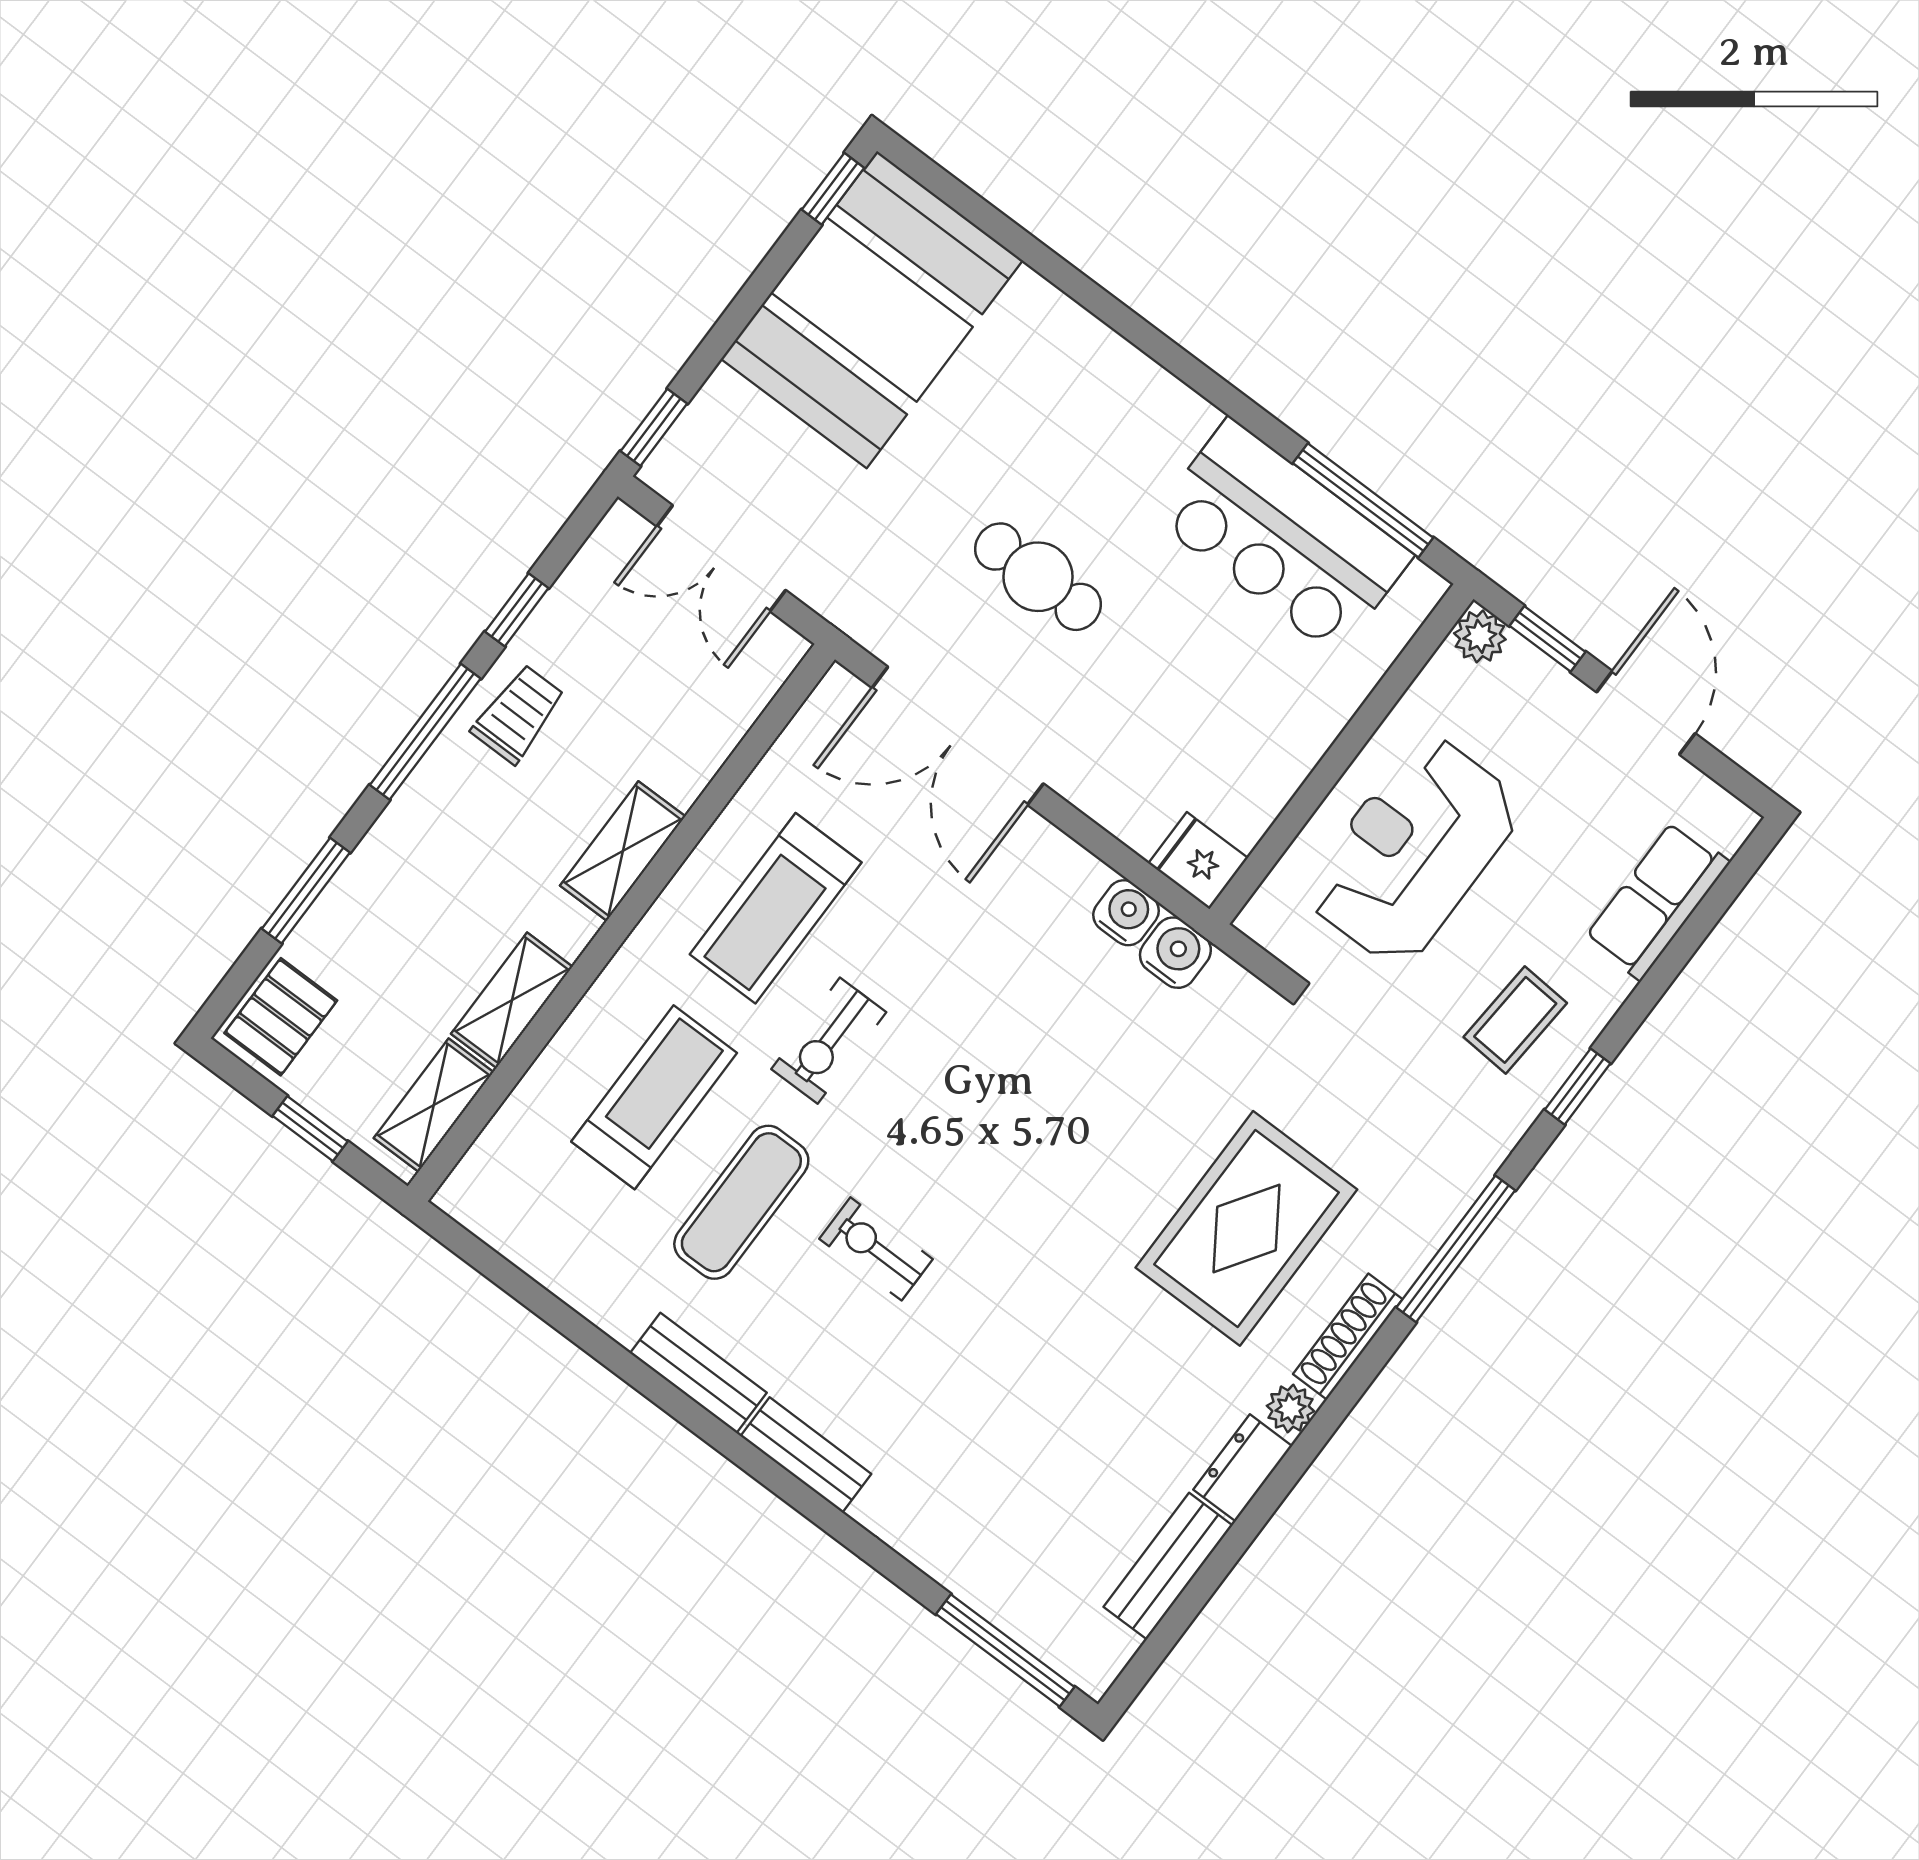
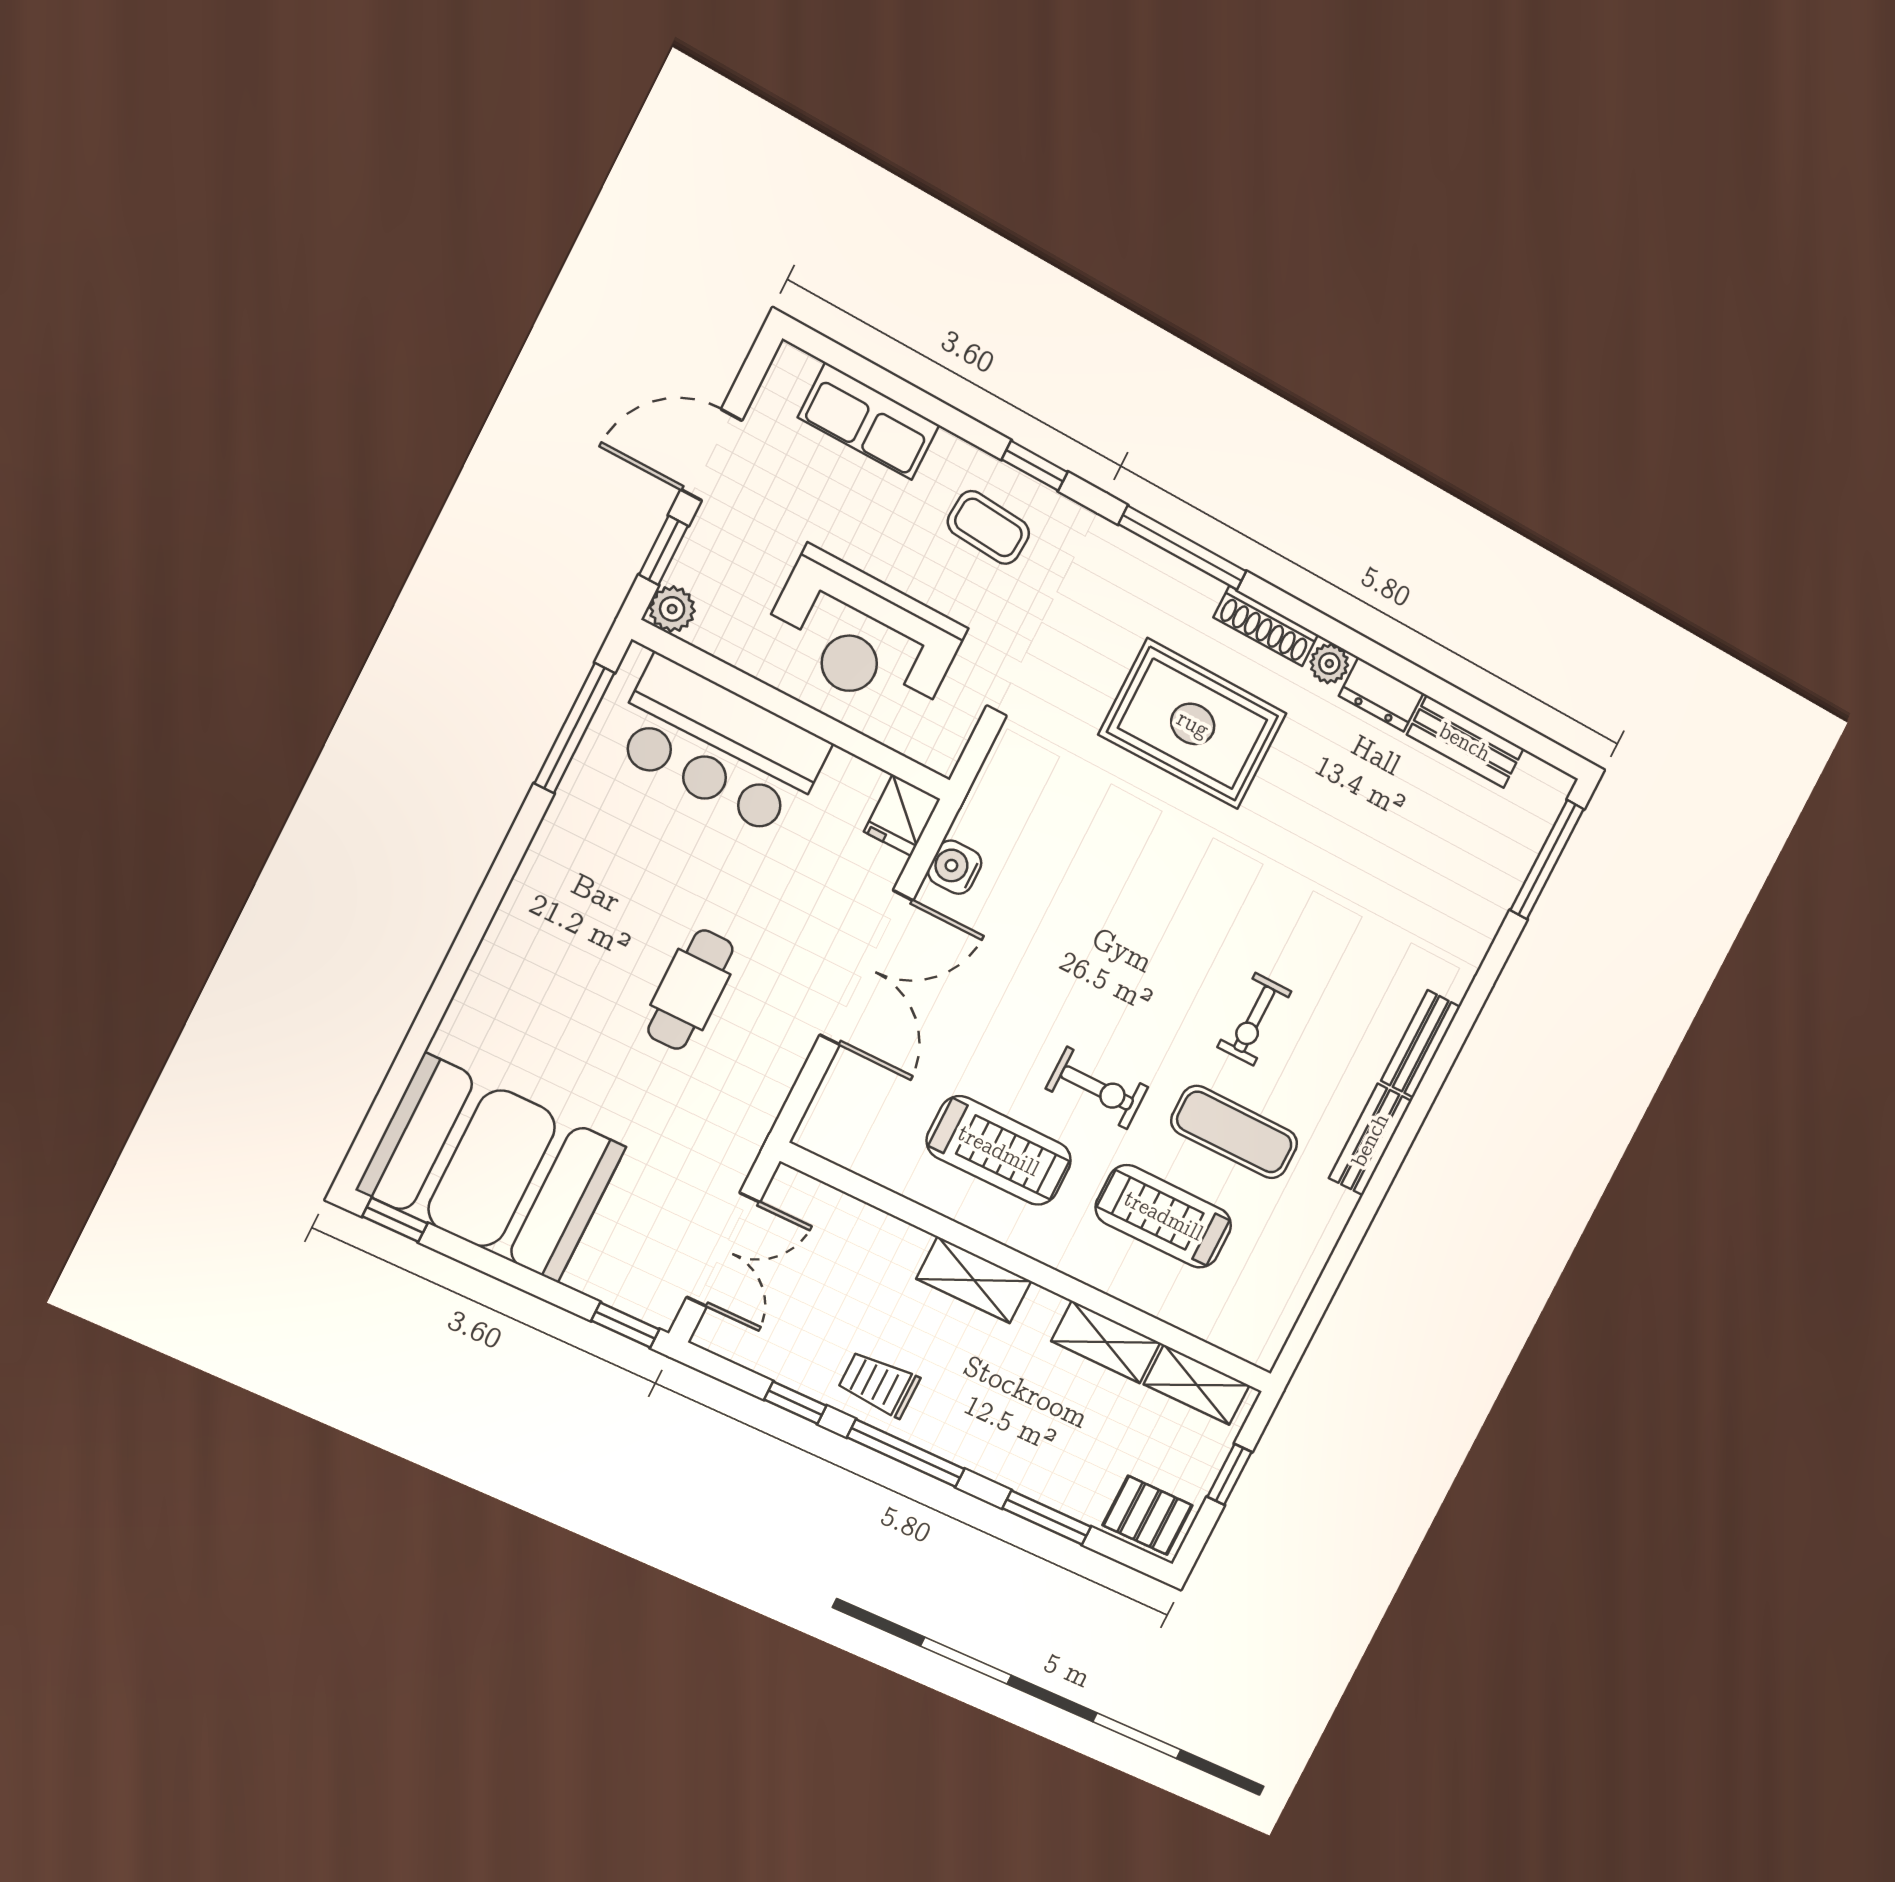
bar counter: (1283, 537) -> (720, 747), moved, turned 90
double door: (958, 736) -> (866, 968), moved
water cooler: (1175, 953) -> (980, 821), removed

